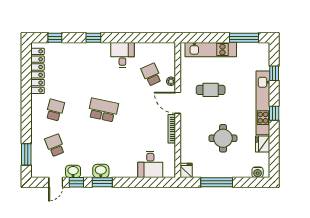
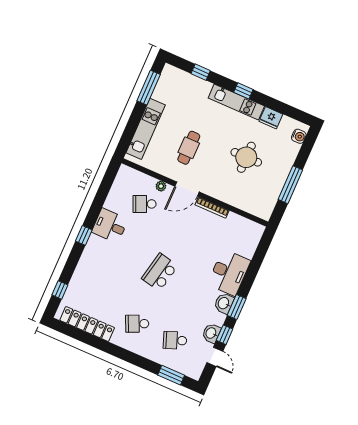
window: (93, 38) -> (84, 235), moved
kitchen unit: (263, 103) -> (236, 102), width x0.73
school desk: (55, 110) -> (137, 324), turned -39
desk: (150, 164) -> (229, 273), moved, width x1.37
fridge: (186, 170) -> (263, 212), removed

